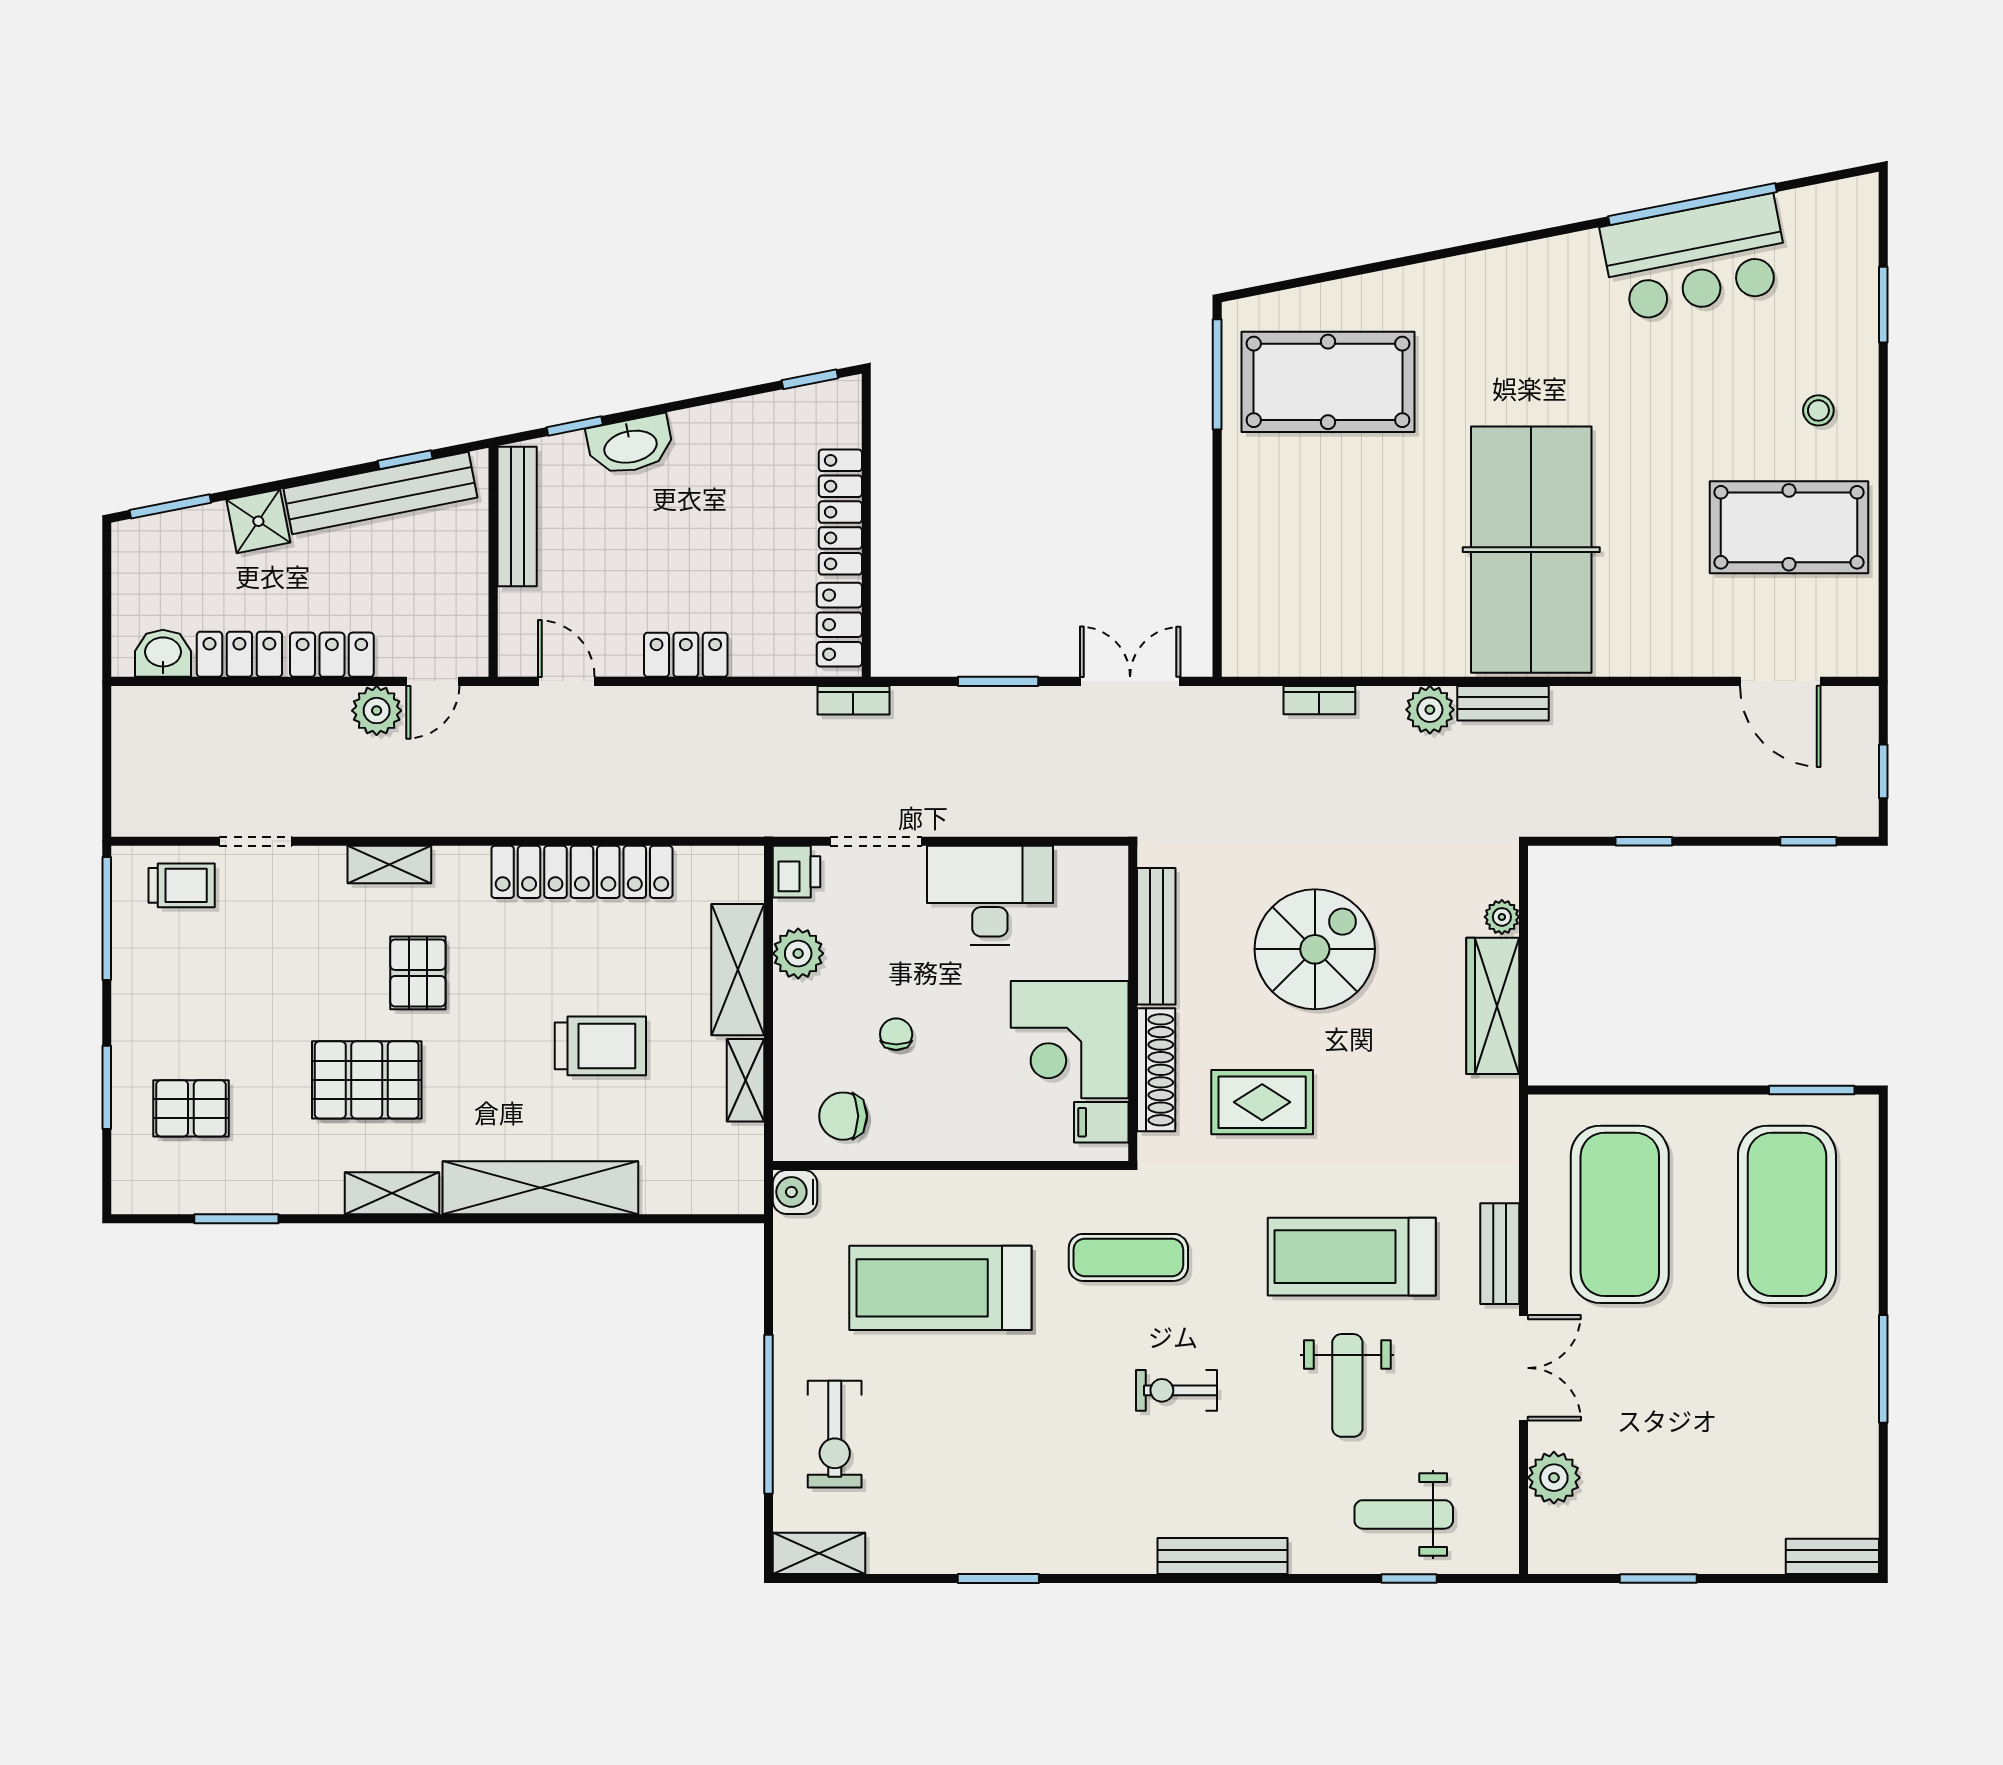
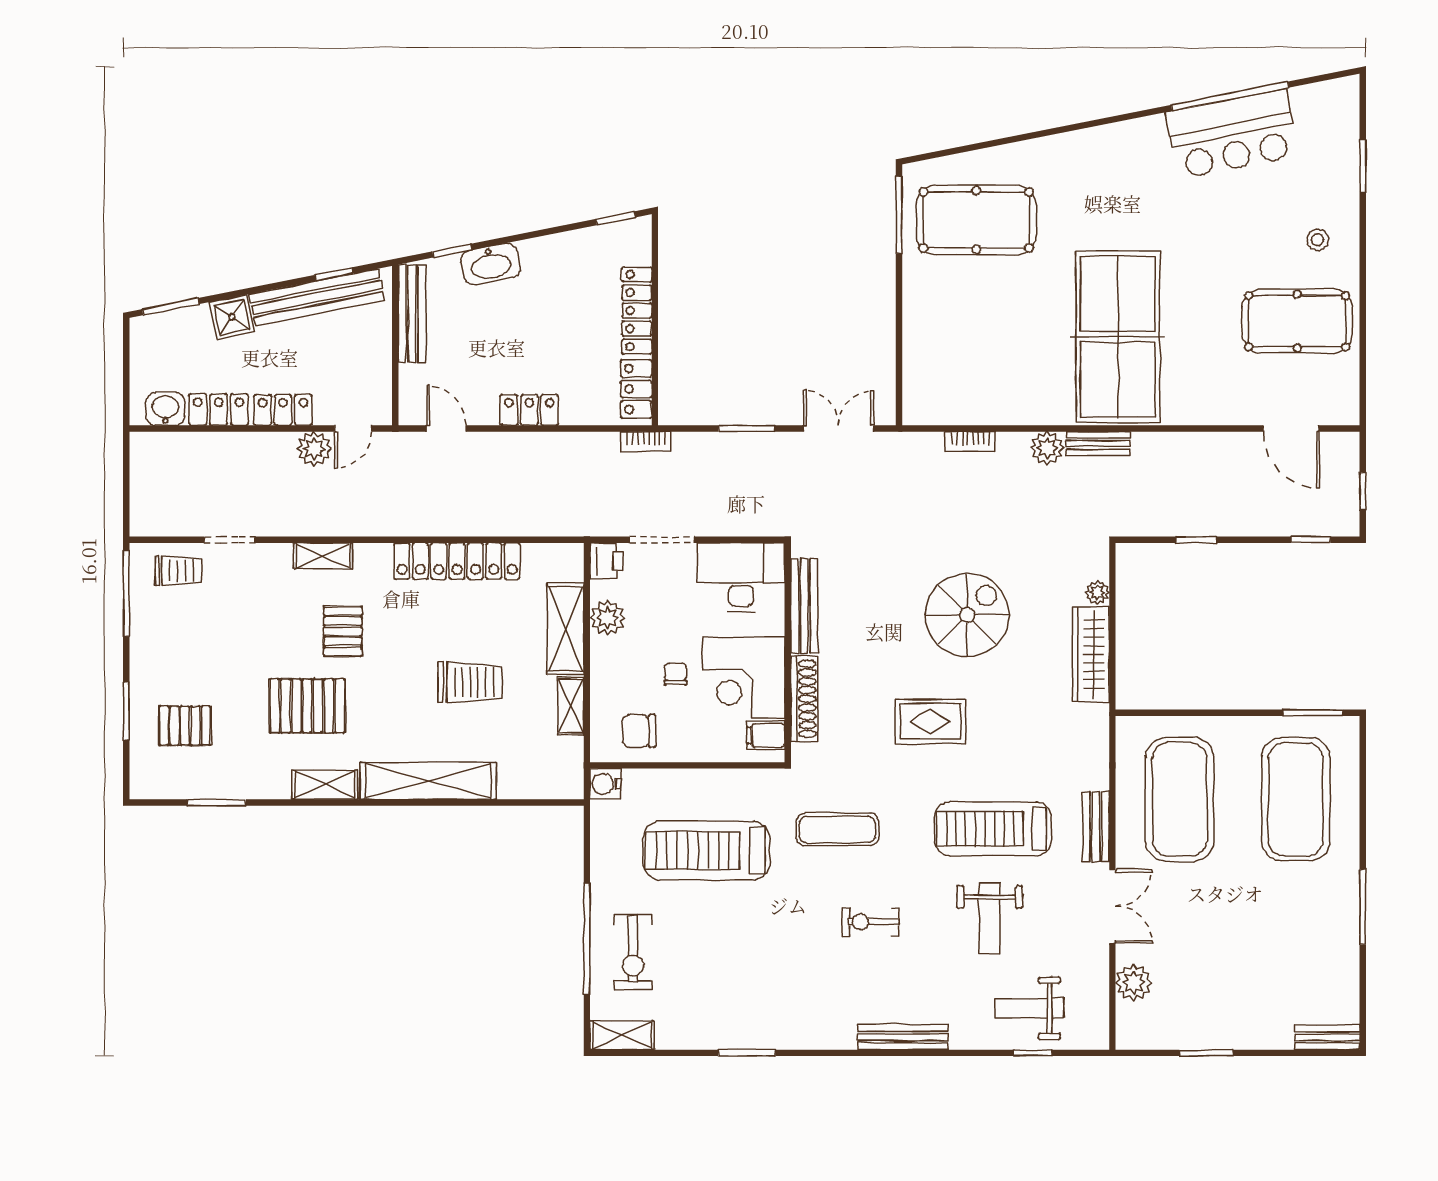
bench: (1156, 936) -> (804, 606), moved
wall: (1133, 1003) -> (788, 653), moved
corner desk: (1070, 1040) -> (744, 678), moved
shoe rack: (1156, 1070) -> (804, 699), moved
filing cabinet: (1101, 1122) -> (766, 735), moved

